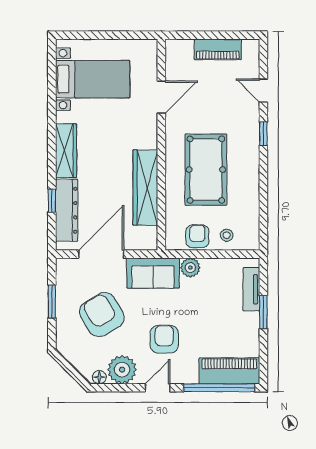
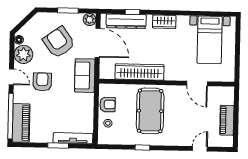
window: (263, 134) -> (142, 147), moved
wardrobe: (66, 151) -> (164, 22), width x0.67
pool table: (206, 170) -> (150, 111), turned 90
plant: (190, 268) -> (90, 20), moved
tv unit: (251, 289) -> (73, 138), width x1.41
armchair: (102, 315) -> (59, 42), turned -95
armchair: (164, 339) -> (42, 82), turned -90

